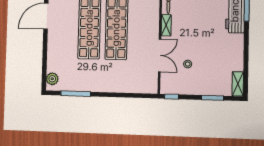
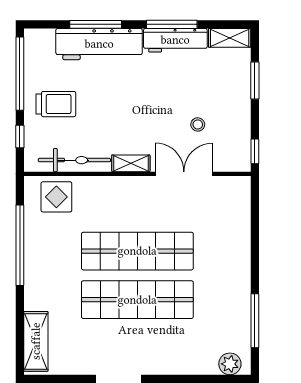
window: (246, 50) -> (172, 24), added
workbench: (237, 52) -> (175, 40), added

